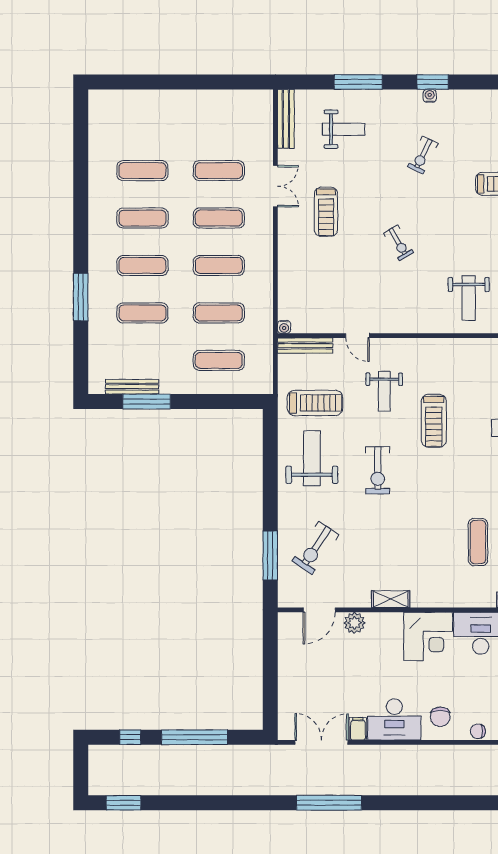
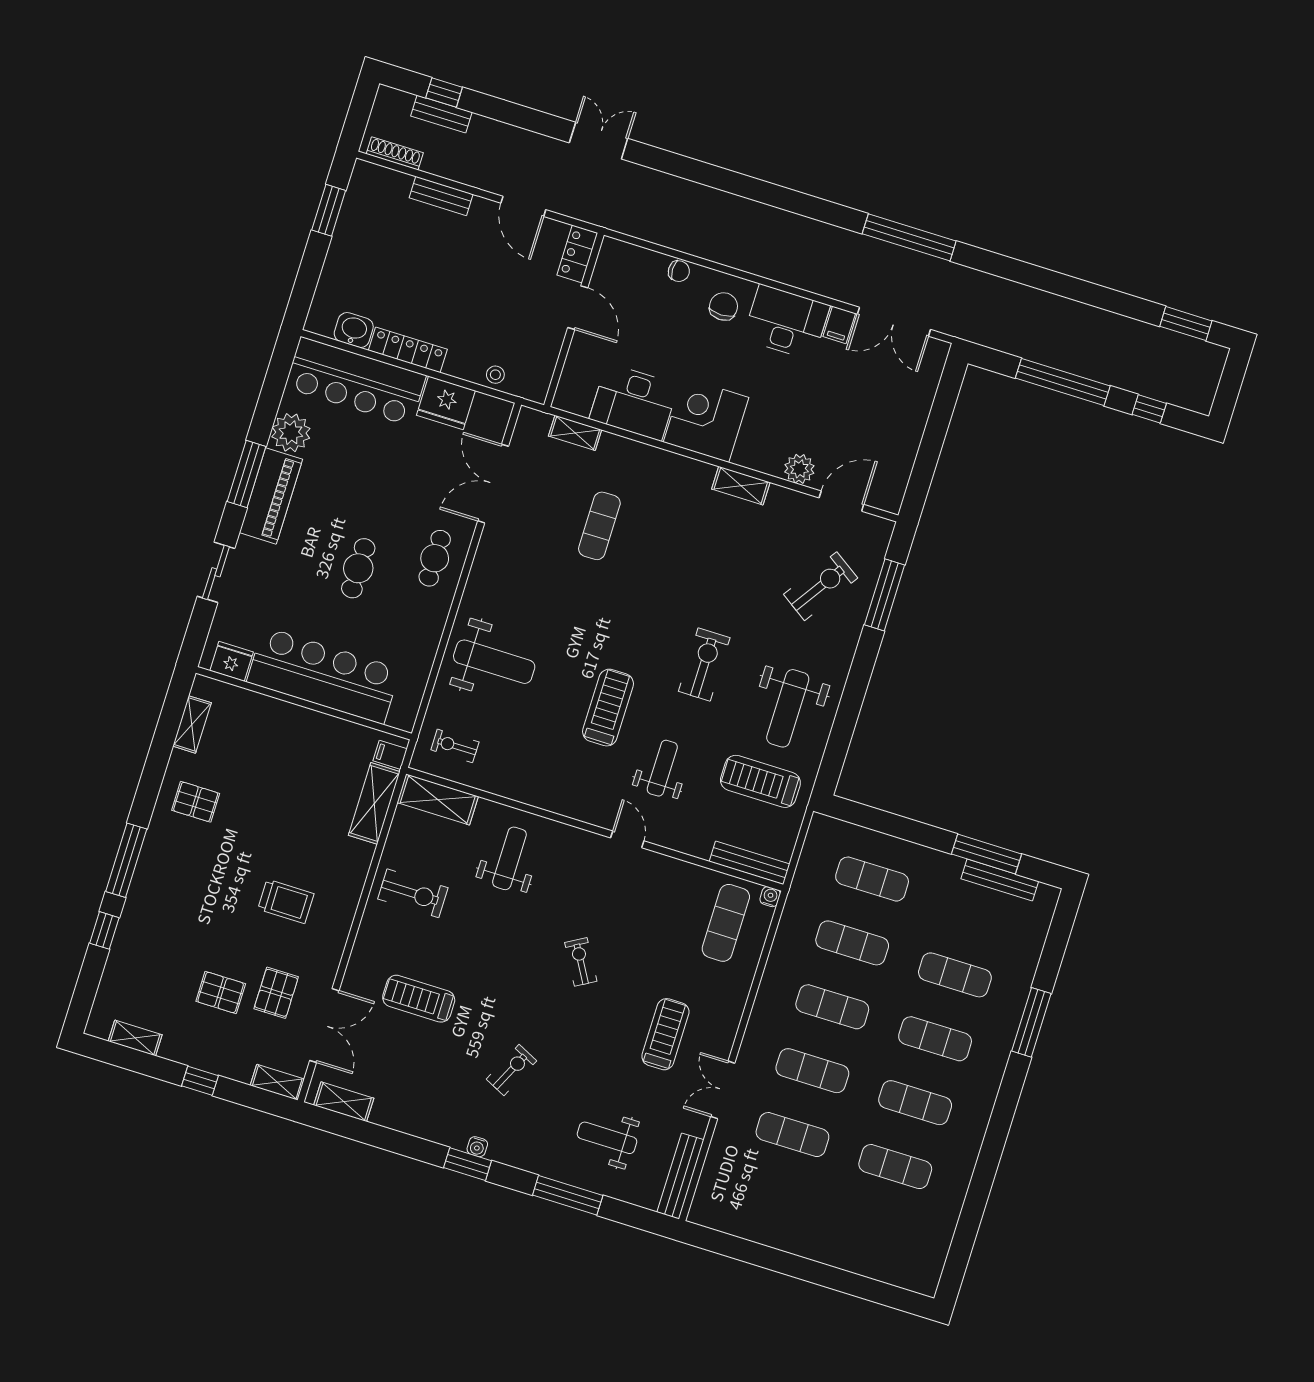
exercise mat: (309, 300) -> (726, 923), added
door: (358, 336) -> (627, 839), moved

